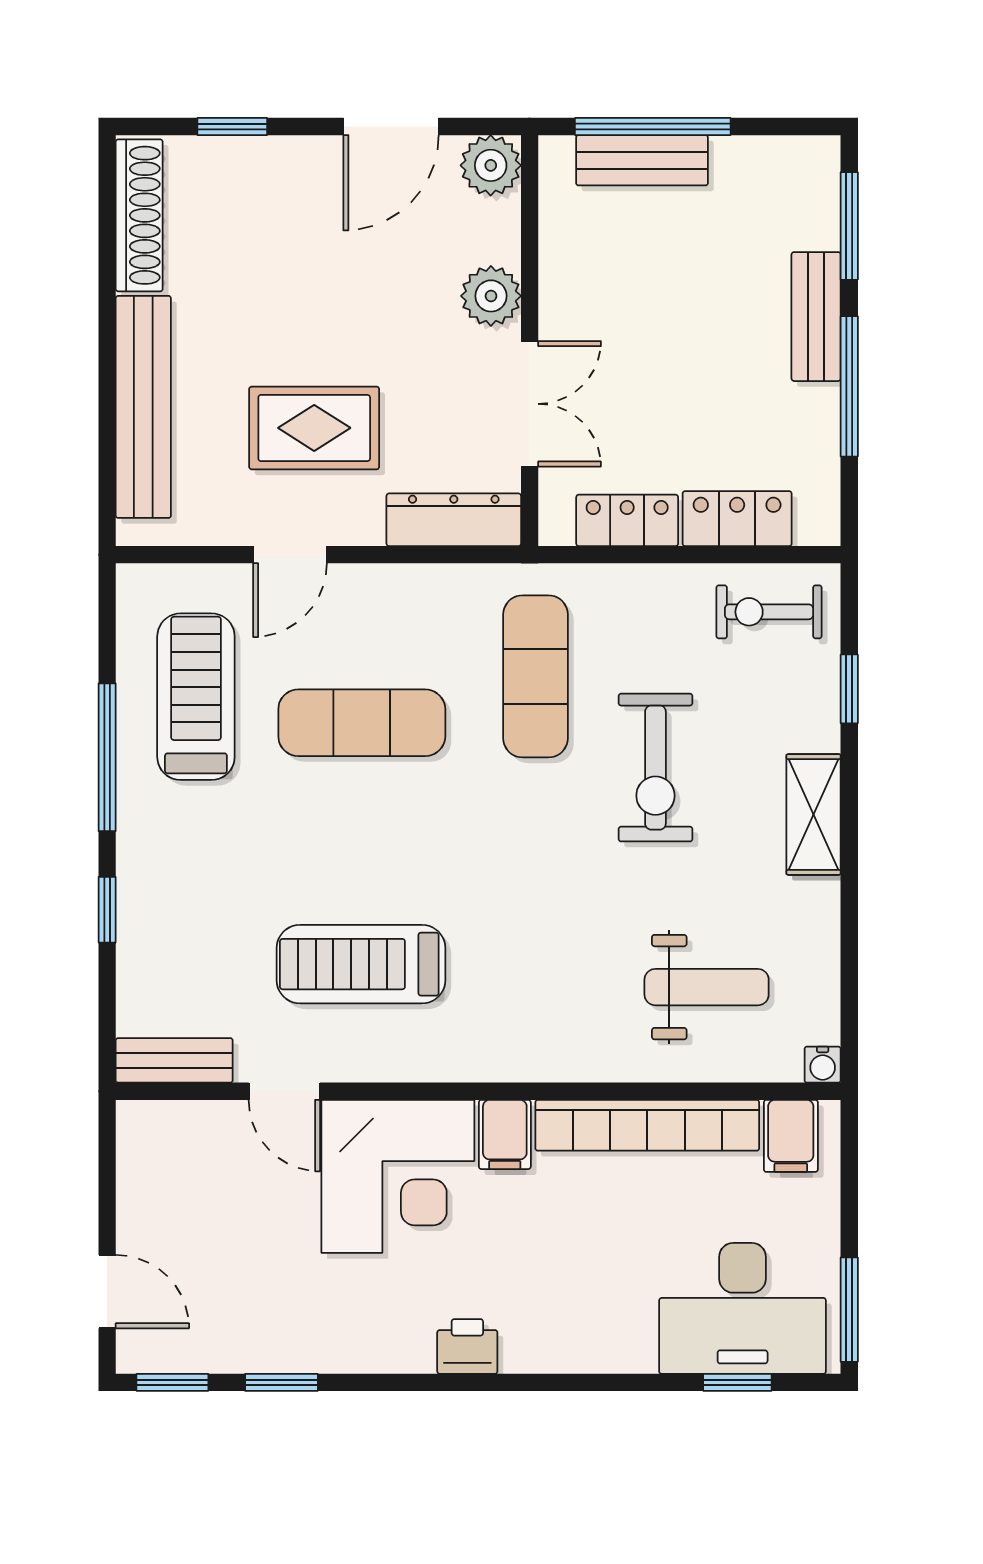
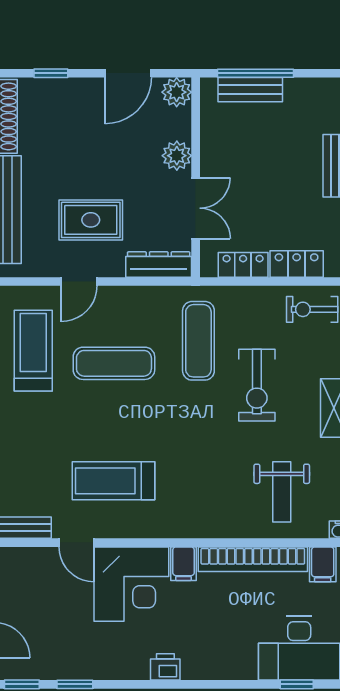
weight bench: (707, 987) -> (282, 492), turned 90

